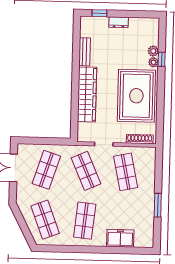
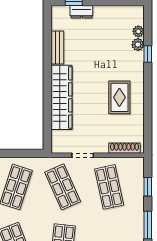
dresser: (119, 22) -> (81, 12), moved
plant: (153, 62) -> (138, 31), moved
rug: (136, 96) -> (119, 97), width x0.54, depth x0.49
window: (159, 173) -> (148, 187), added

